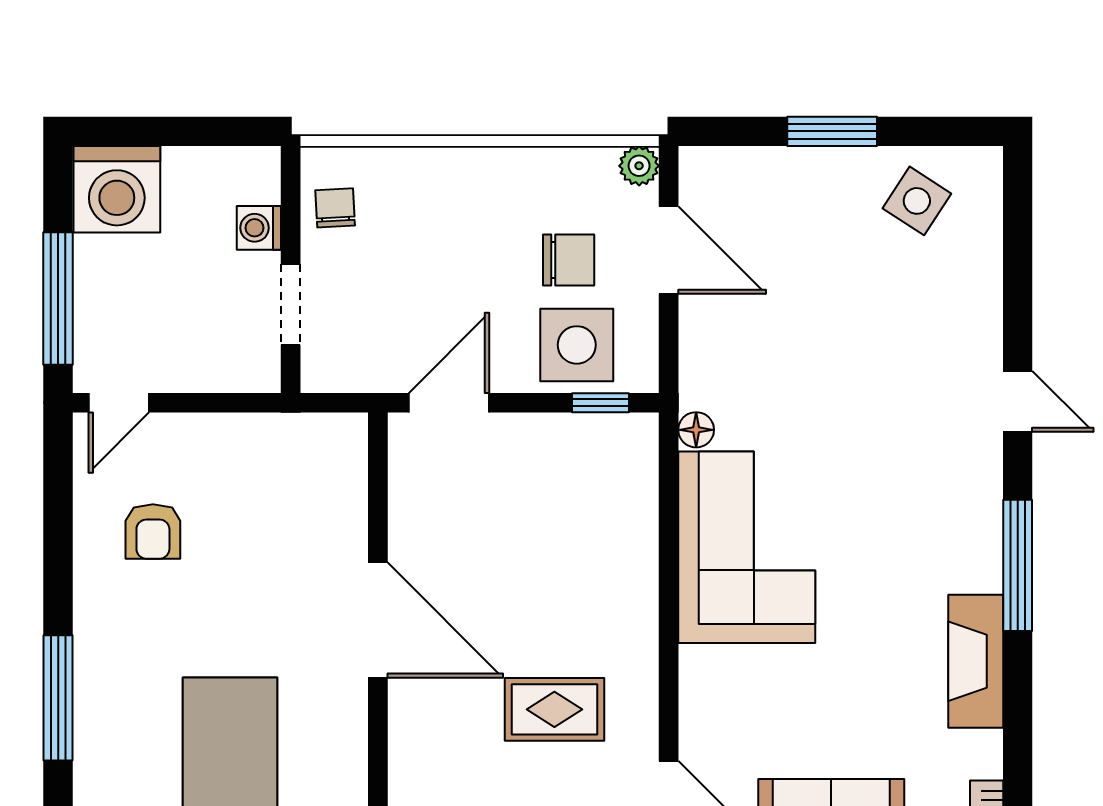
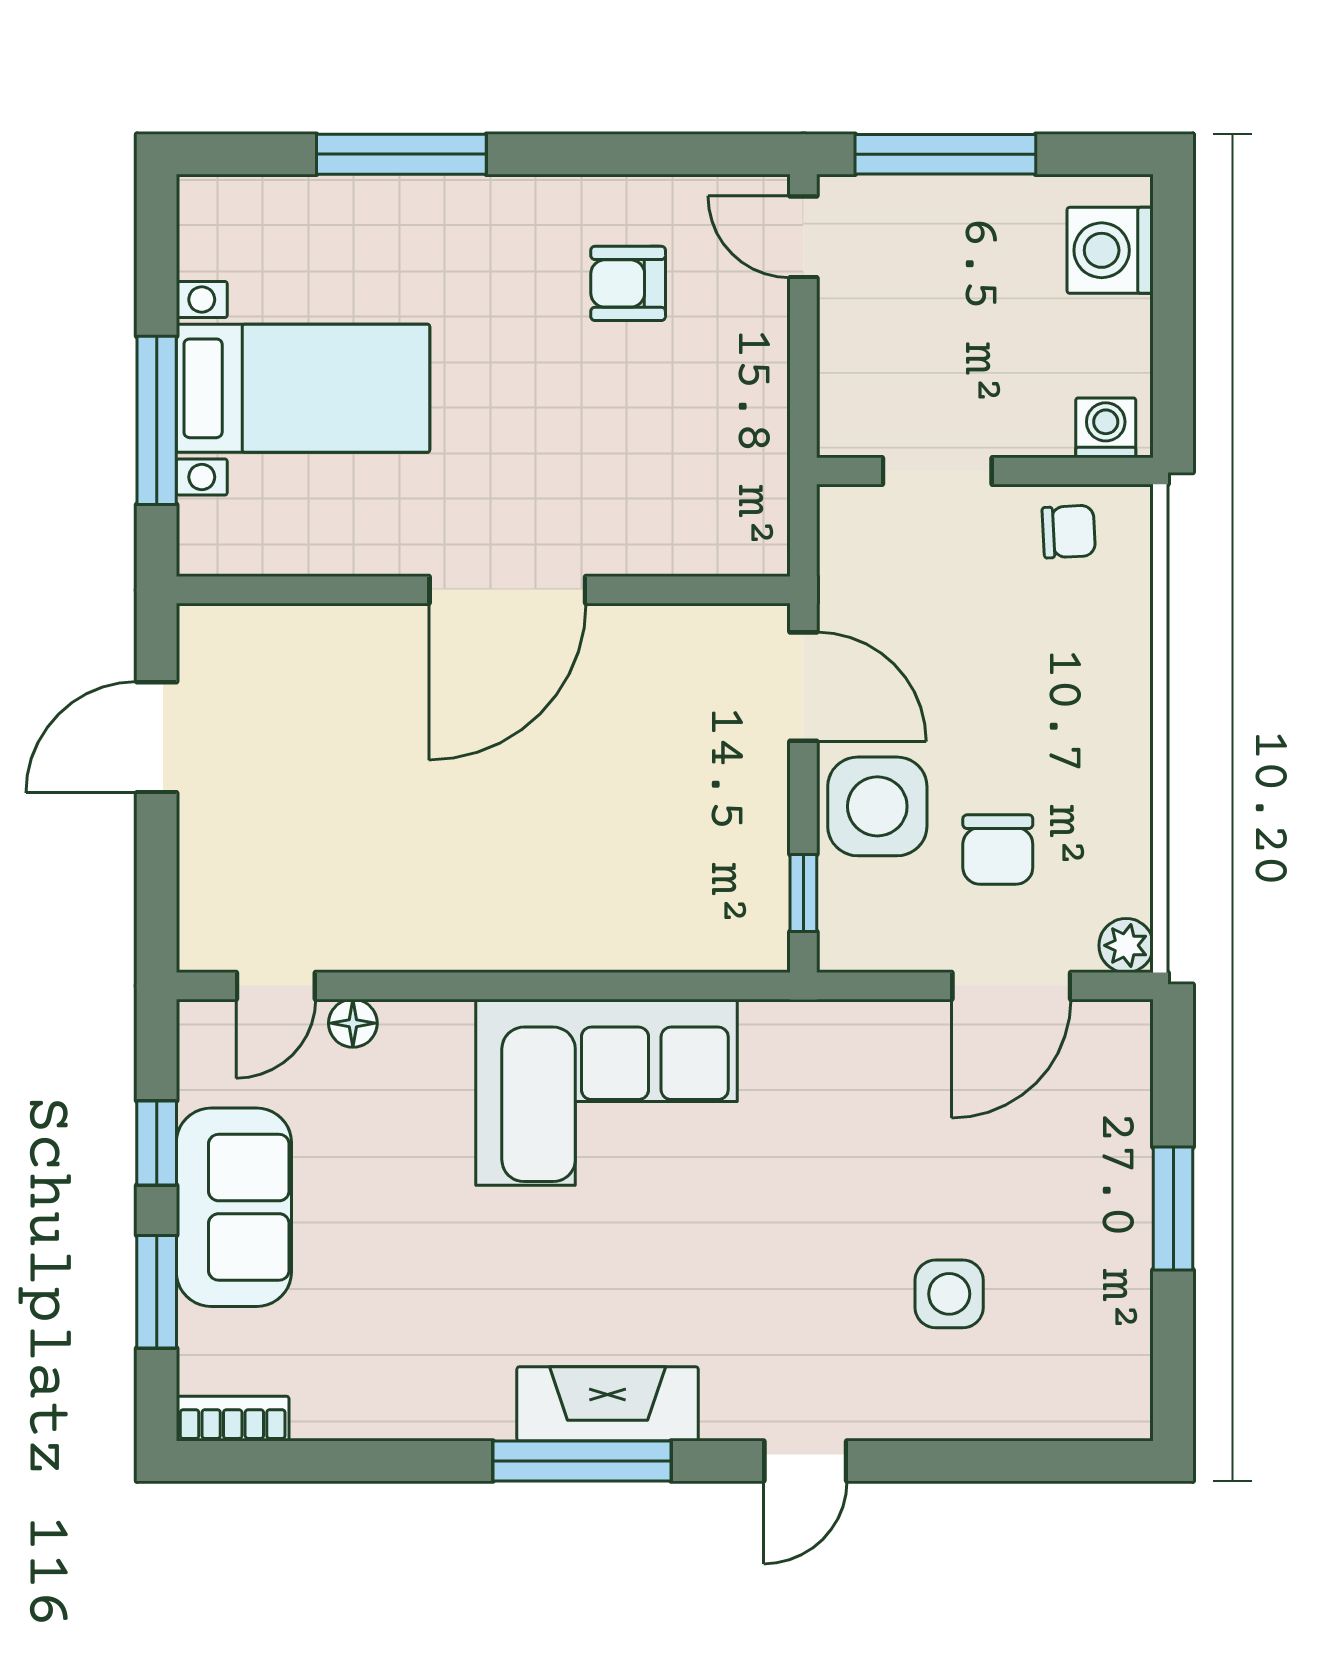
washing machine: (117, 189) -> (1110, 250), width x0.73, depth x0.73
side table: (917, 201) -> (949, 1294), moved, turned -33
washing machine: (259, 228) -> (1106, 428), moved
side table: (577, 345) -> (877, 806), moved
floor lamp: (696, 430) -> (353, 1023), moved
fireplace: (976, 661) -> (608, 1404), moved
rug: (554, 709) -> (386, 830), removed

